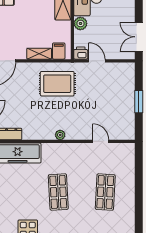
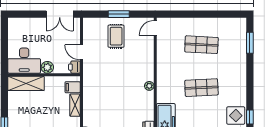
door: (97, 61) -> (81, 52), hinge flipped
rug: (57, 84) -> (116, 36), moved, width x0.73, depth x0.70
door: (101, 141) -> (155, 28), moved

